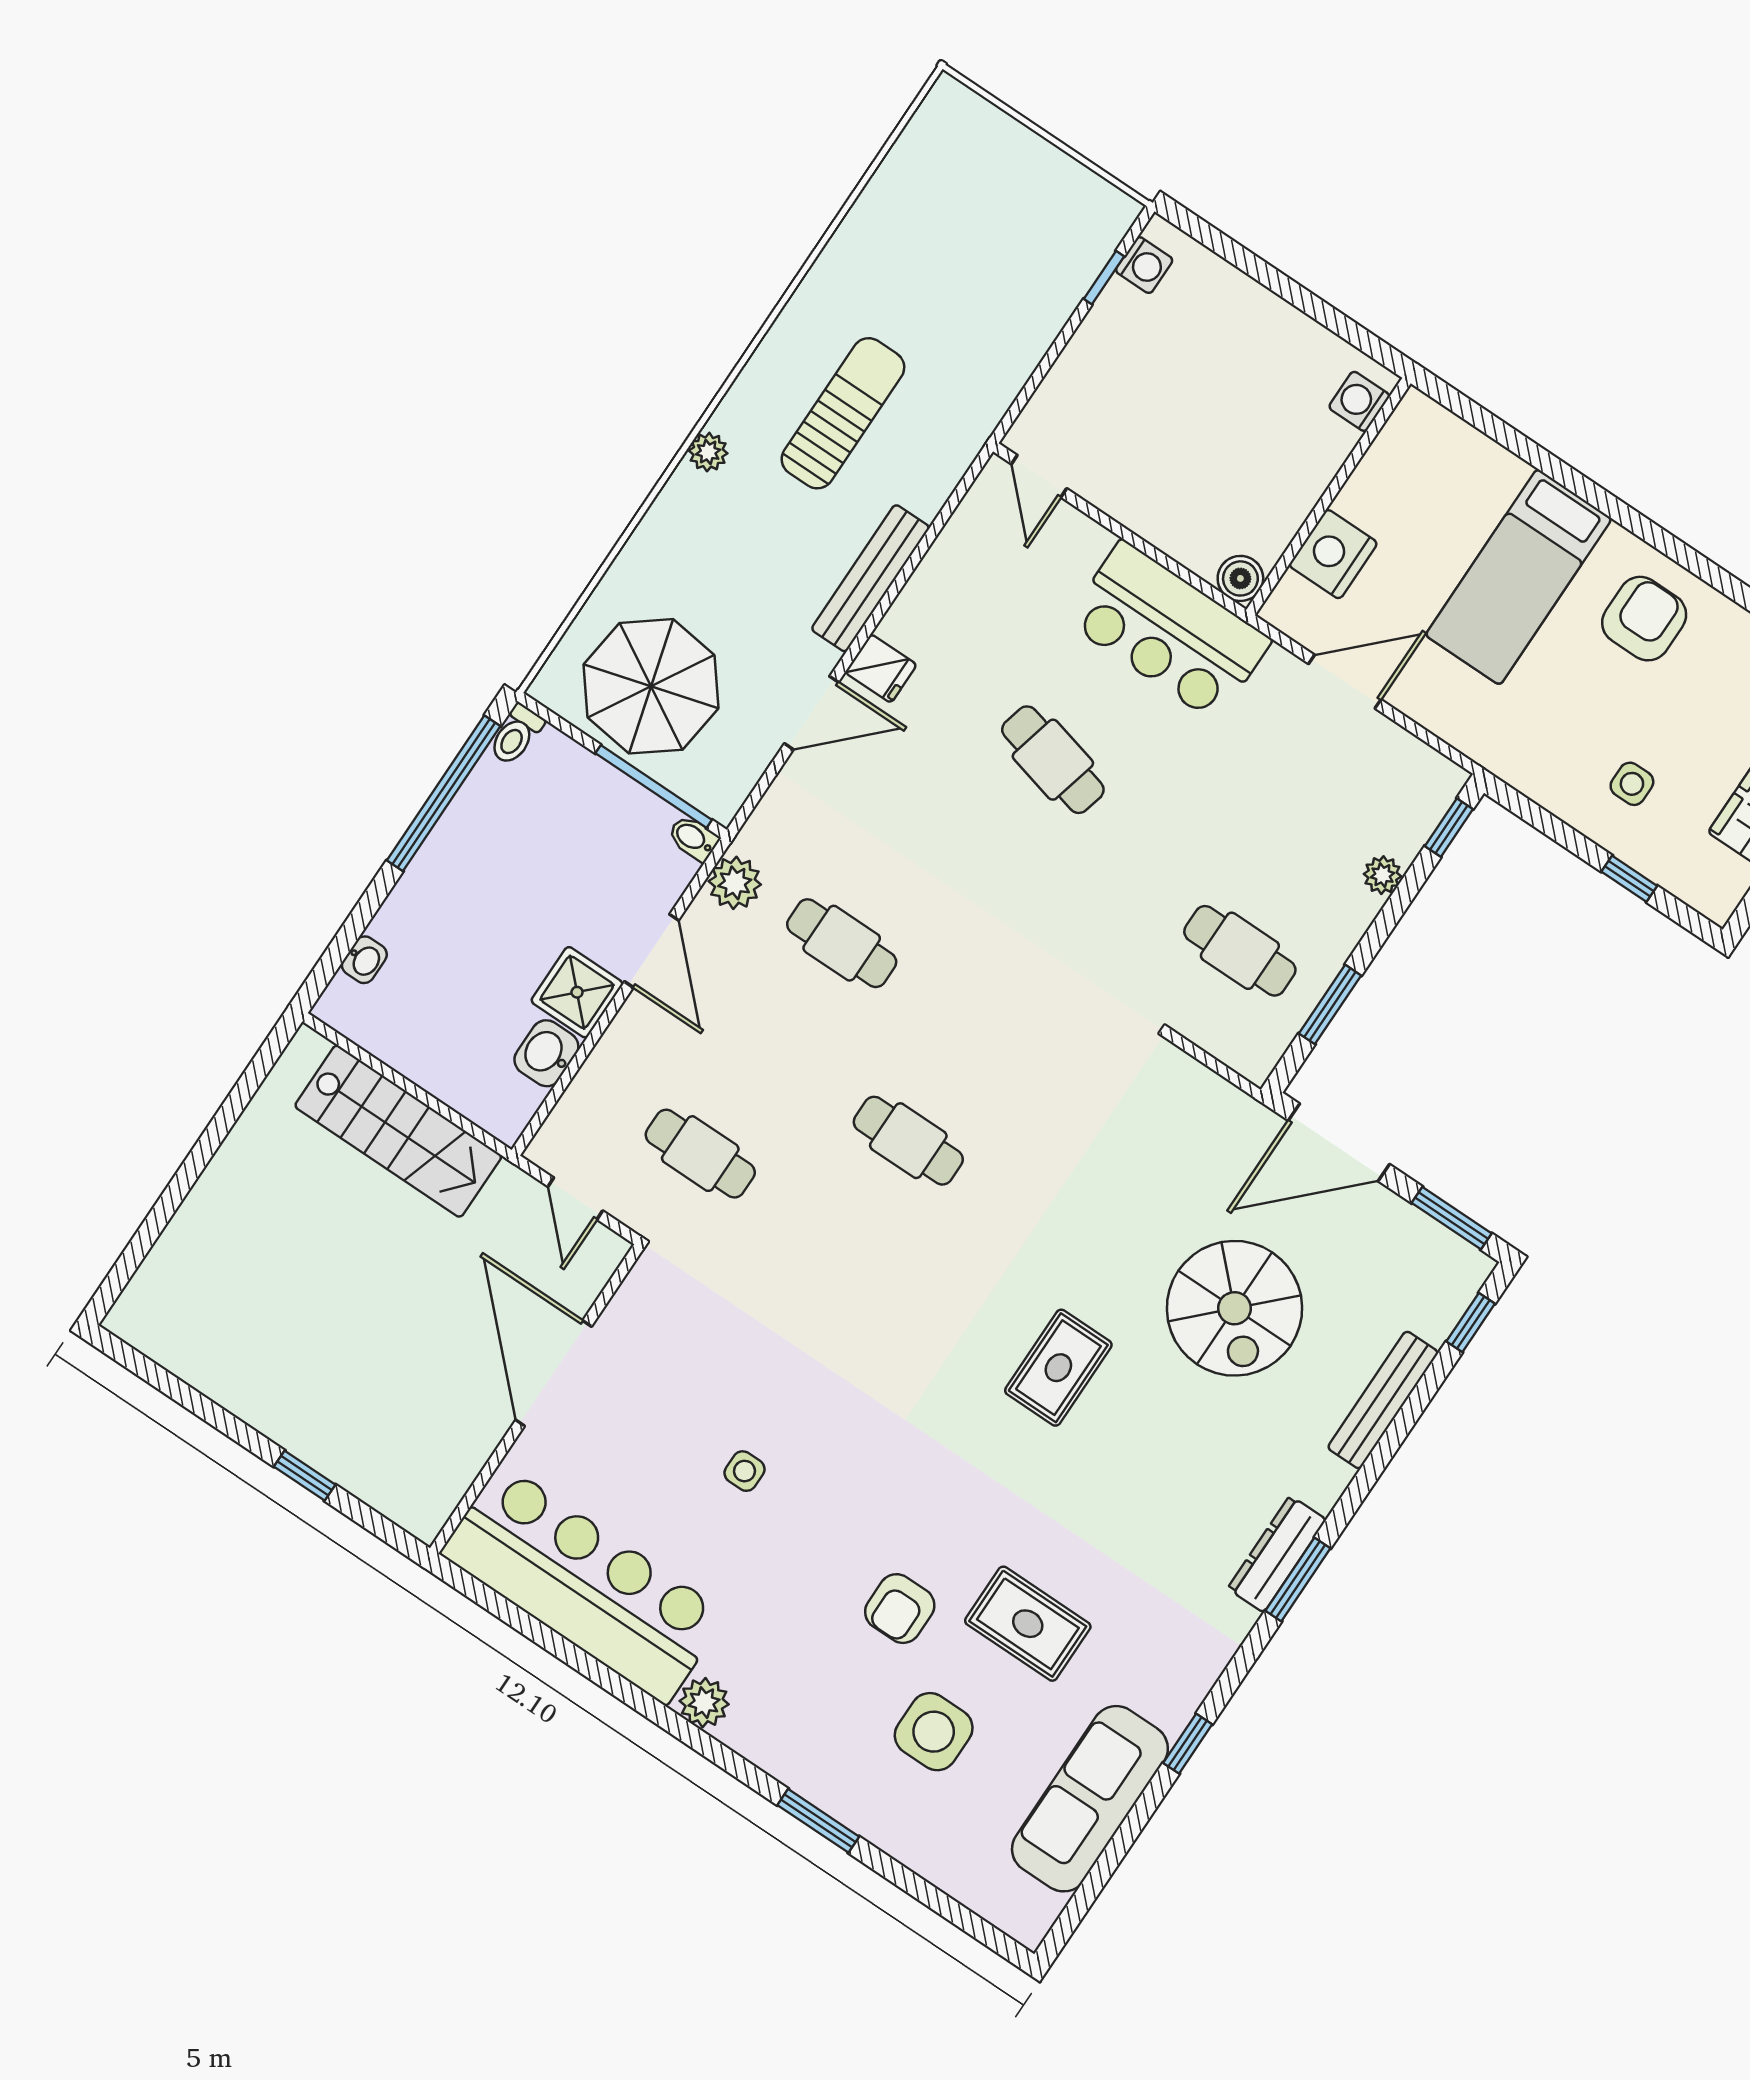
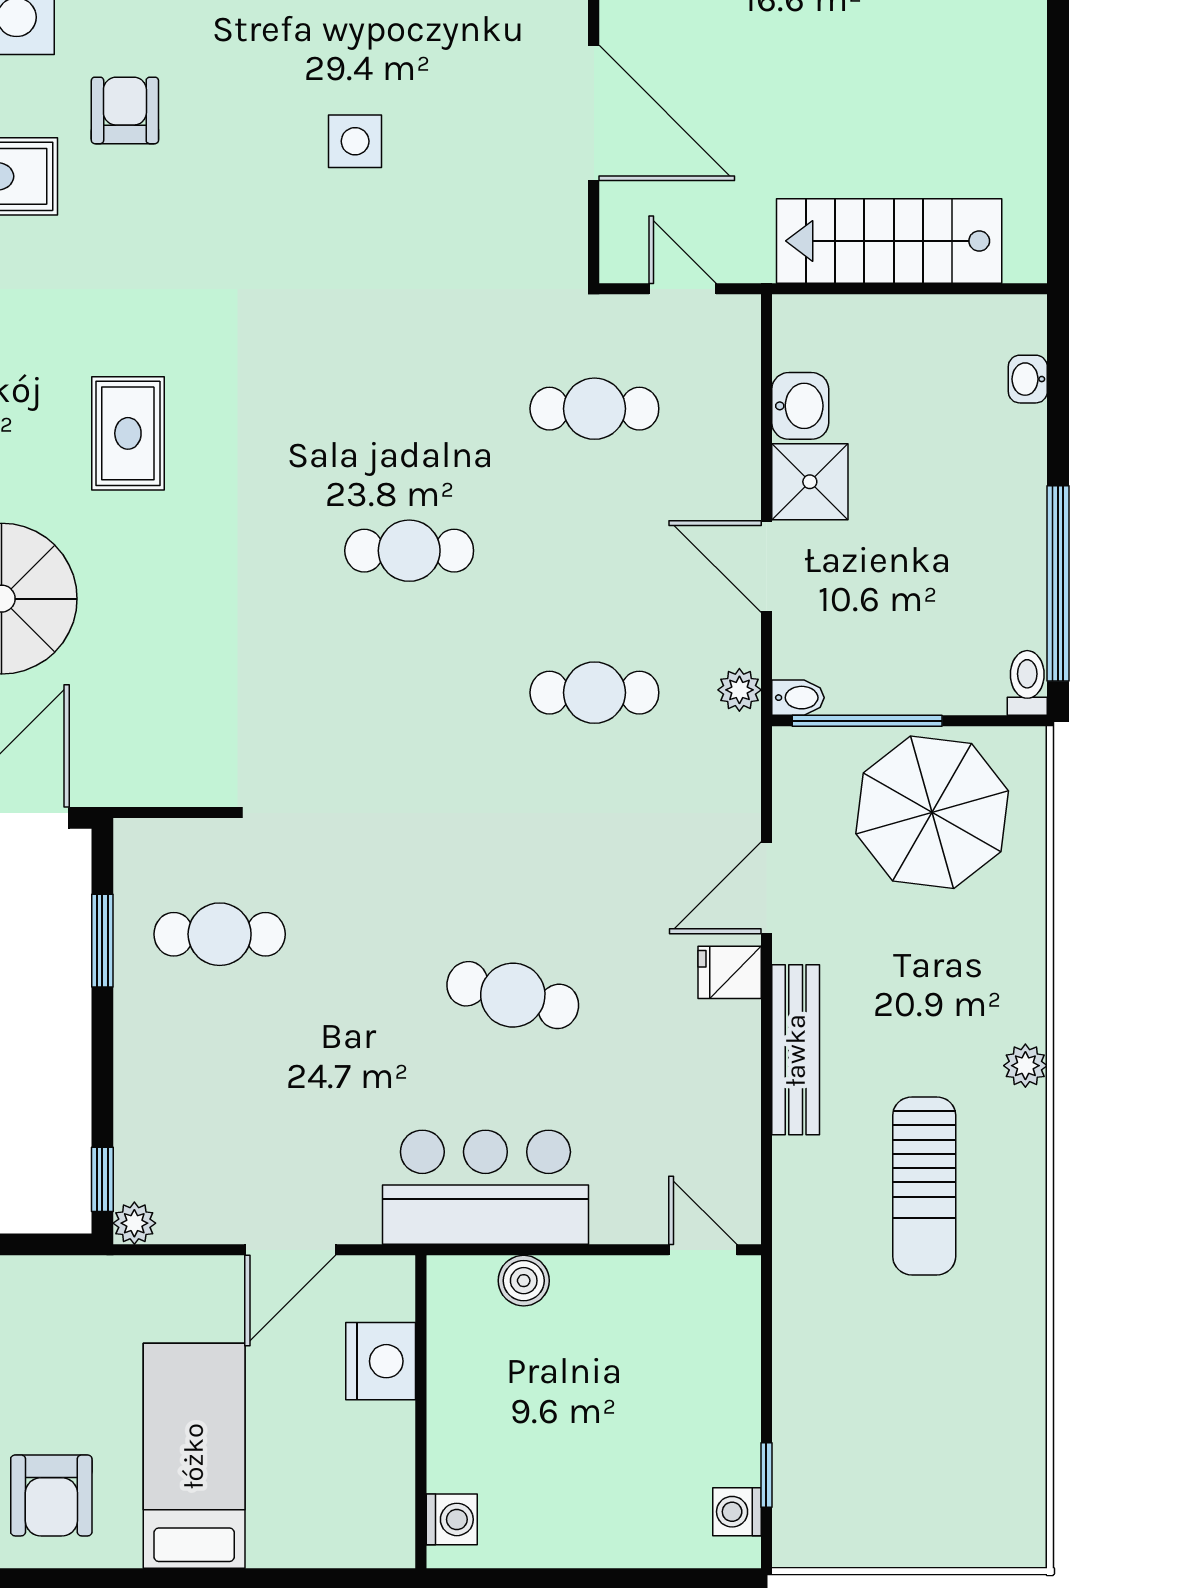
boiler: (1240, 578) -> (524, 1281), moved
plant: (1382, 875) -> (134, 1223), moved
plant: (735, 883) -> (739, 690), width x0.73, depth x0.73
side table: (745, 1471) -> (355, 141), width x1.37, depth x1.37

